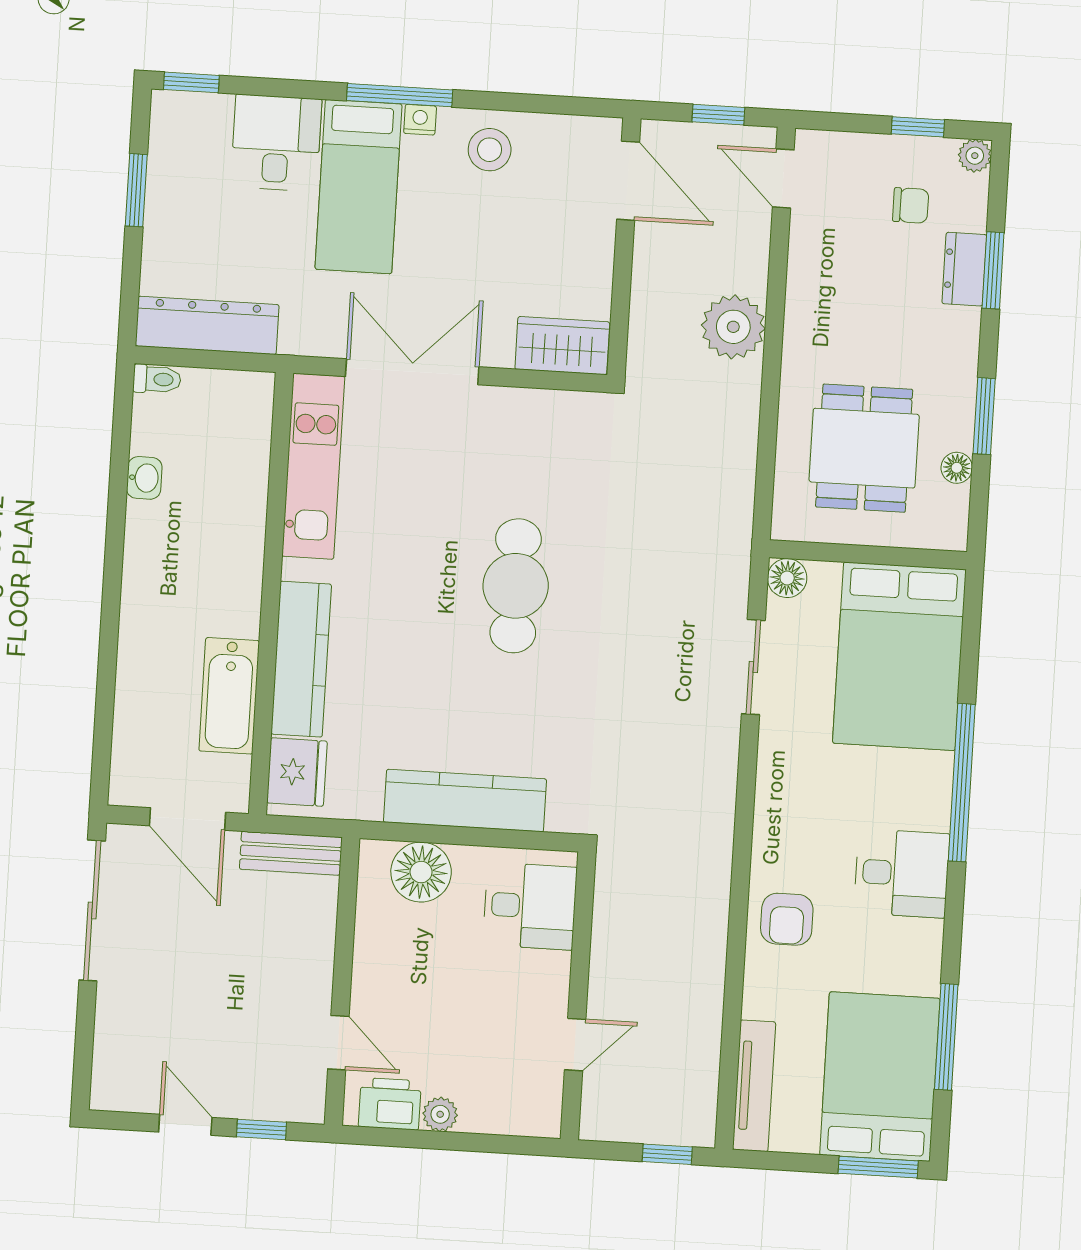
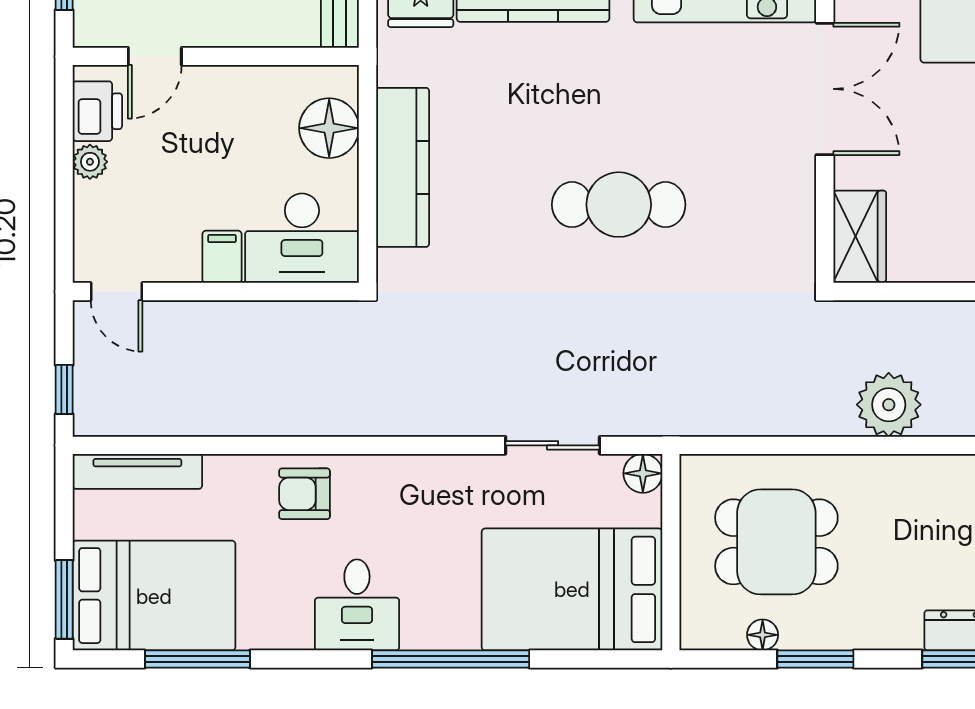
desk: (530, 906) -> (302, 238), width x1.37
filing cabinet: (544, 987) -> (222, 257), added
door: (575, 1045) -> (116, 291), moved

